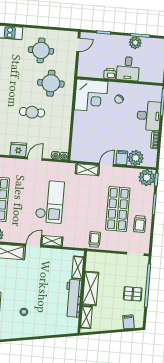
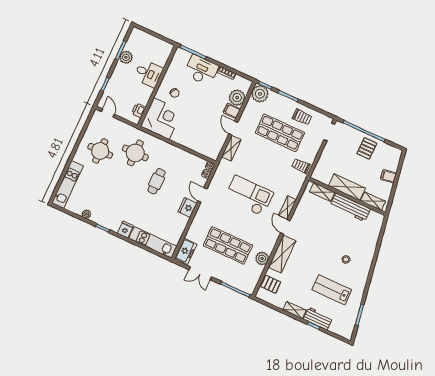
printer: (110, 74) -> (139, 110), moved
filing cabinet: (128, 322) -> (389, 176), moved

